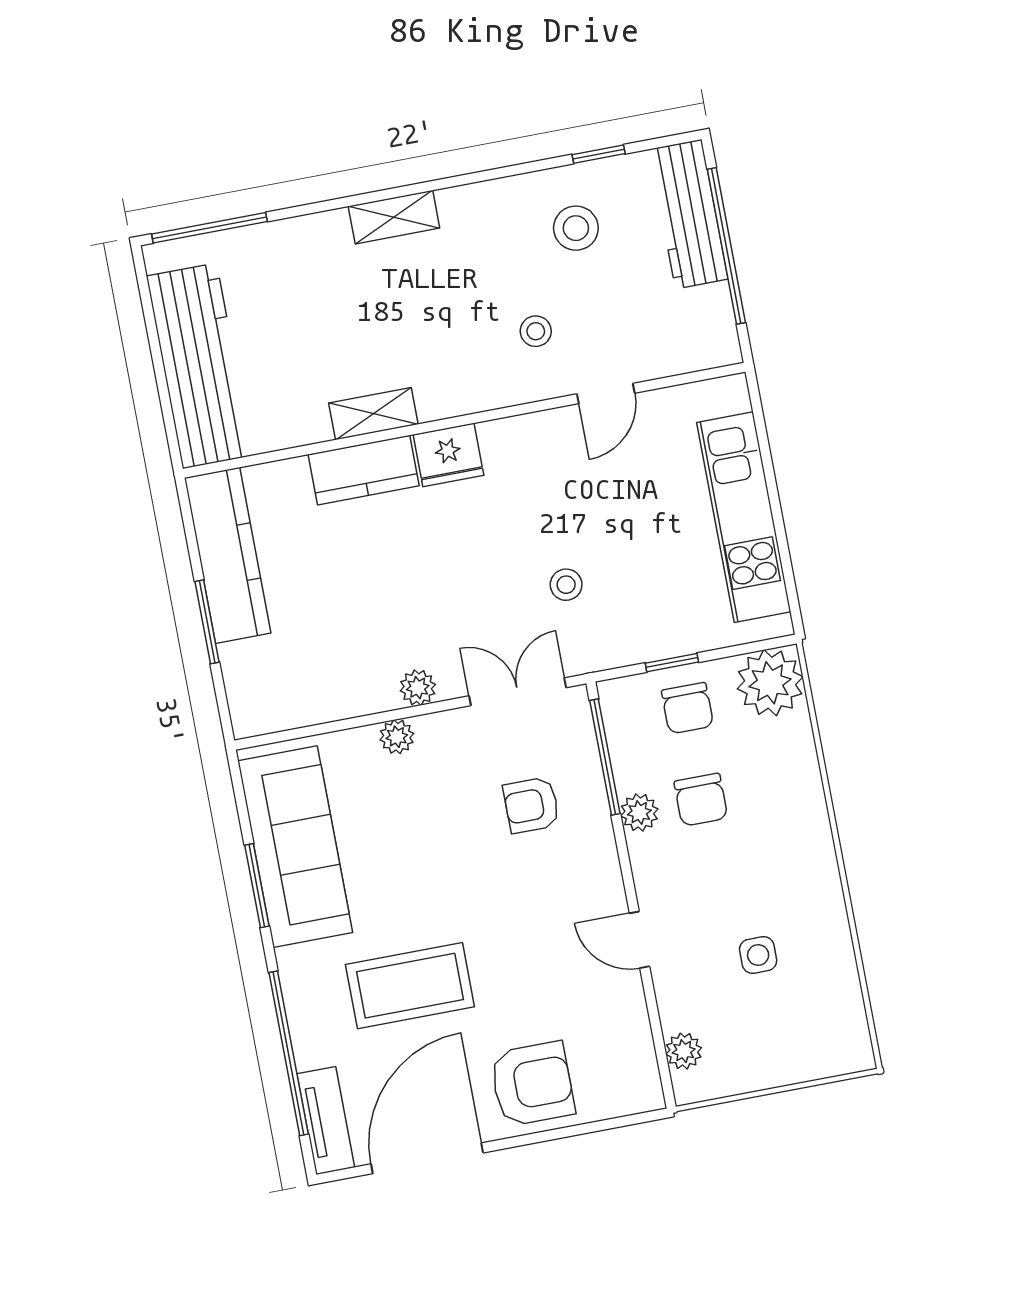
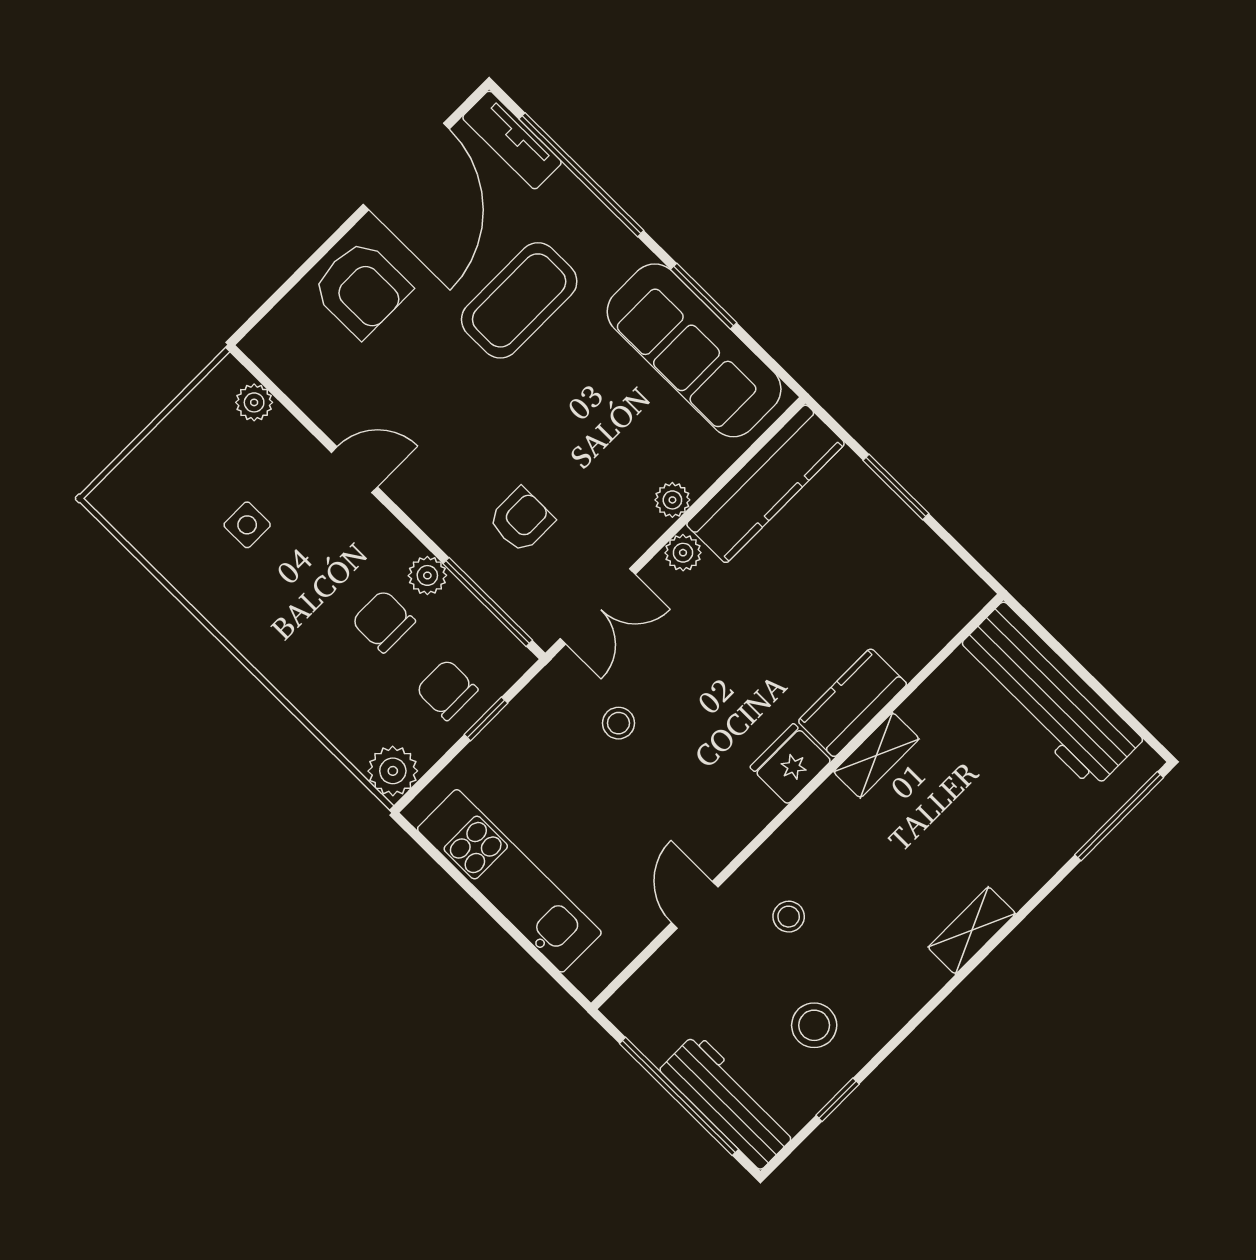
kitchen counter: (228, 555) -> (766, 484), moved, turned -90
plant: (770, 683) -> (393, 771), width x0.73, depth x0.73
armchair: (532, 1084) -> (361, 289), turned -90

